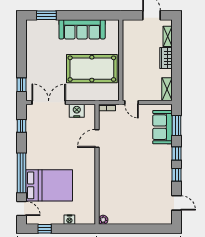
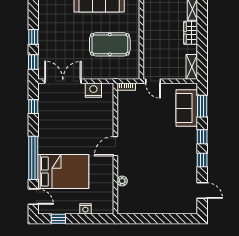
window: (22, 62) -> (33, 37), added
pool table: (92, 69) -> (110, 44), width x0.73, depth x0.76
door: (97, 138) -> (115, 146), moved
plant: (103, 220) -> (122, 181), moved

